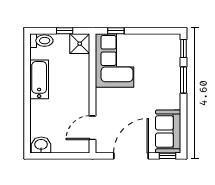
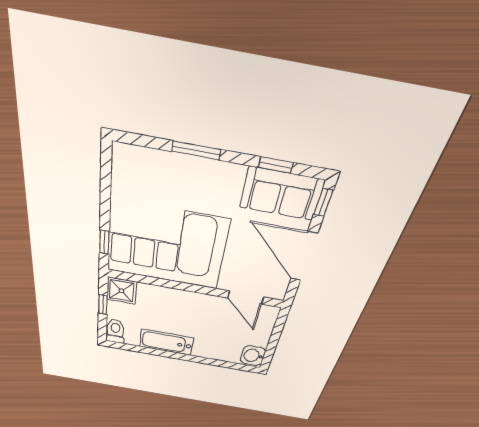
window: (183, 49) -> (276, 165), moved
corner sofa: (114, 60) -> (166, 246), width x1.36, depth x1.36

